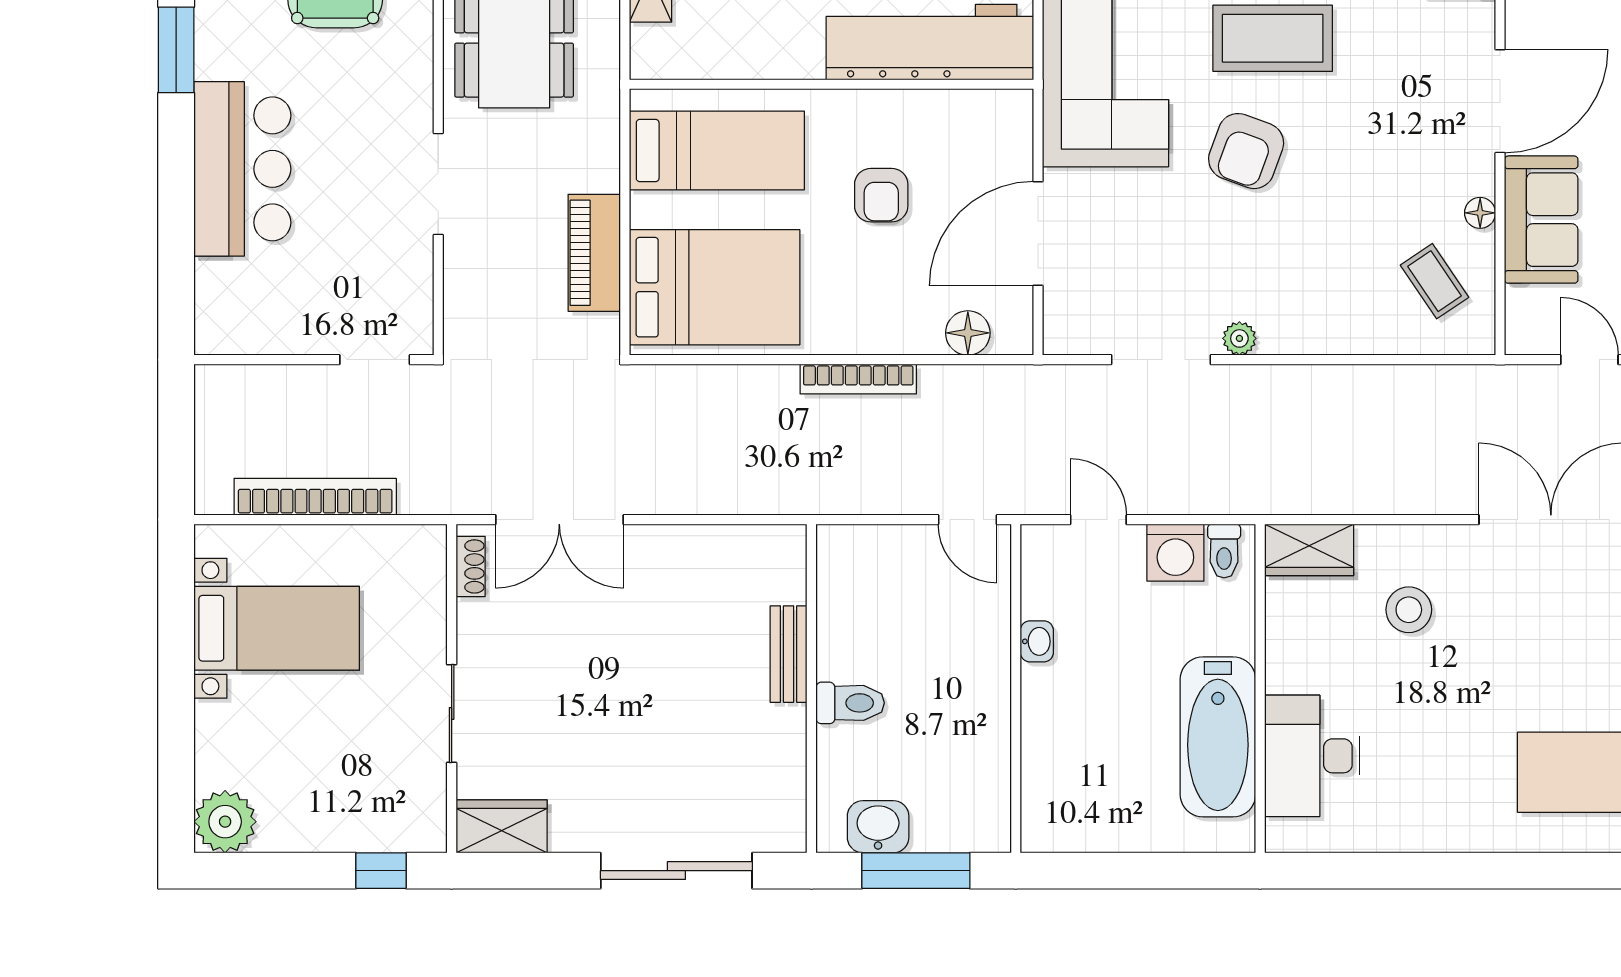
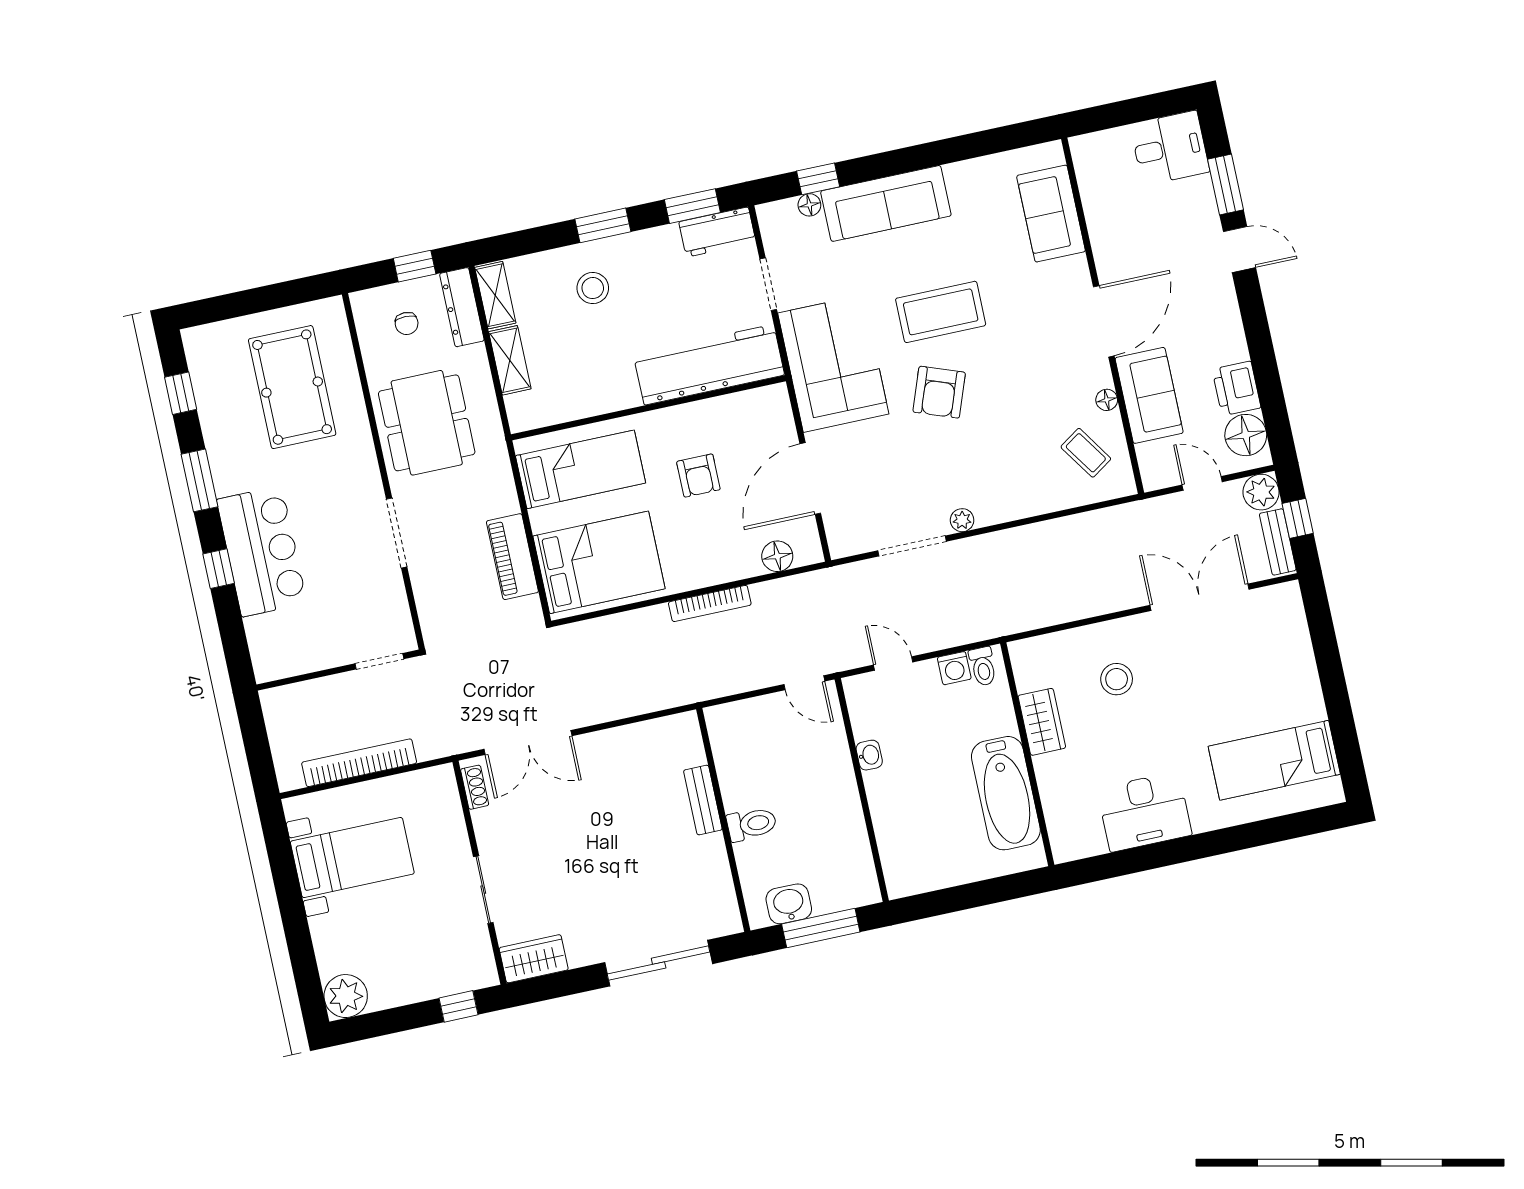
window: (176, 180) -> (219, 569), added
wardrobe: (1309, 550) -> (1042, 722), moved, turned -90
washing machine: (1175, 553) -> (954, 668), width x0.73, depth x0.73
desk: (1312, 756) -> (1144, 812), moved, turned -90

